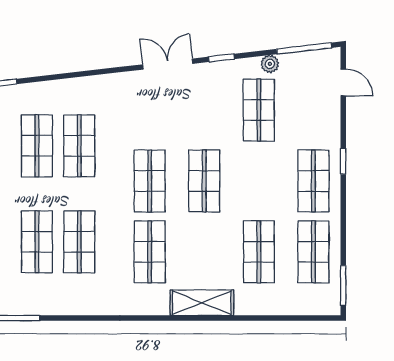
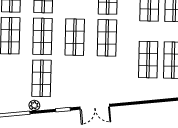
shop shelf: (259, 181) -> (42, 36), added

